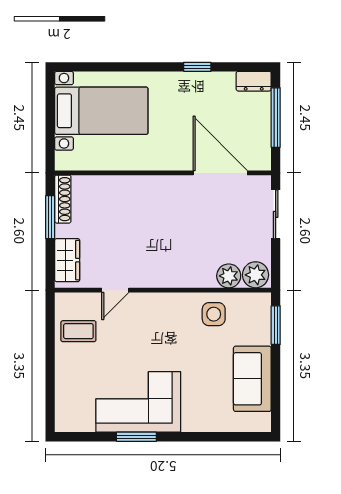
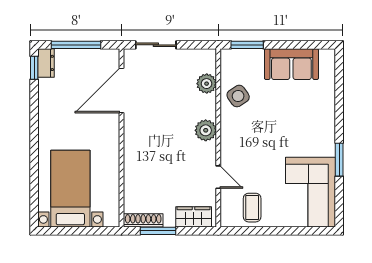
window: (197, 67) -> (34, 68), moved
plant: (256, 275) -> (206, 130), moved
side table: (214, 314) -> (238, 96), turned -35
corner sofa: (138, 402) -> (311, 192), moved

